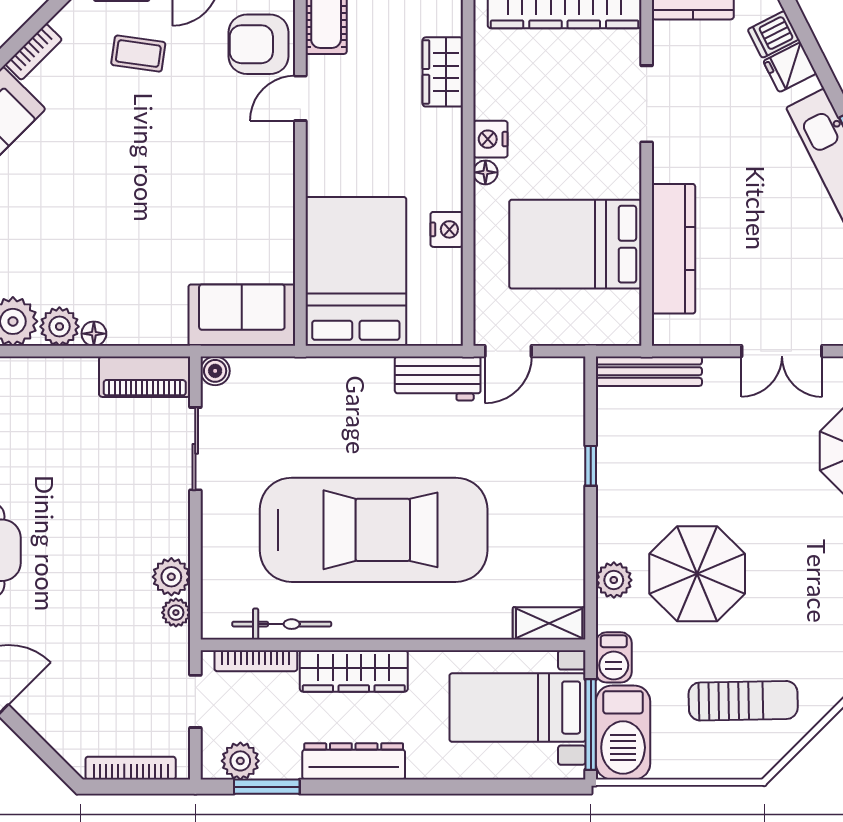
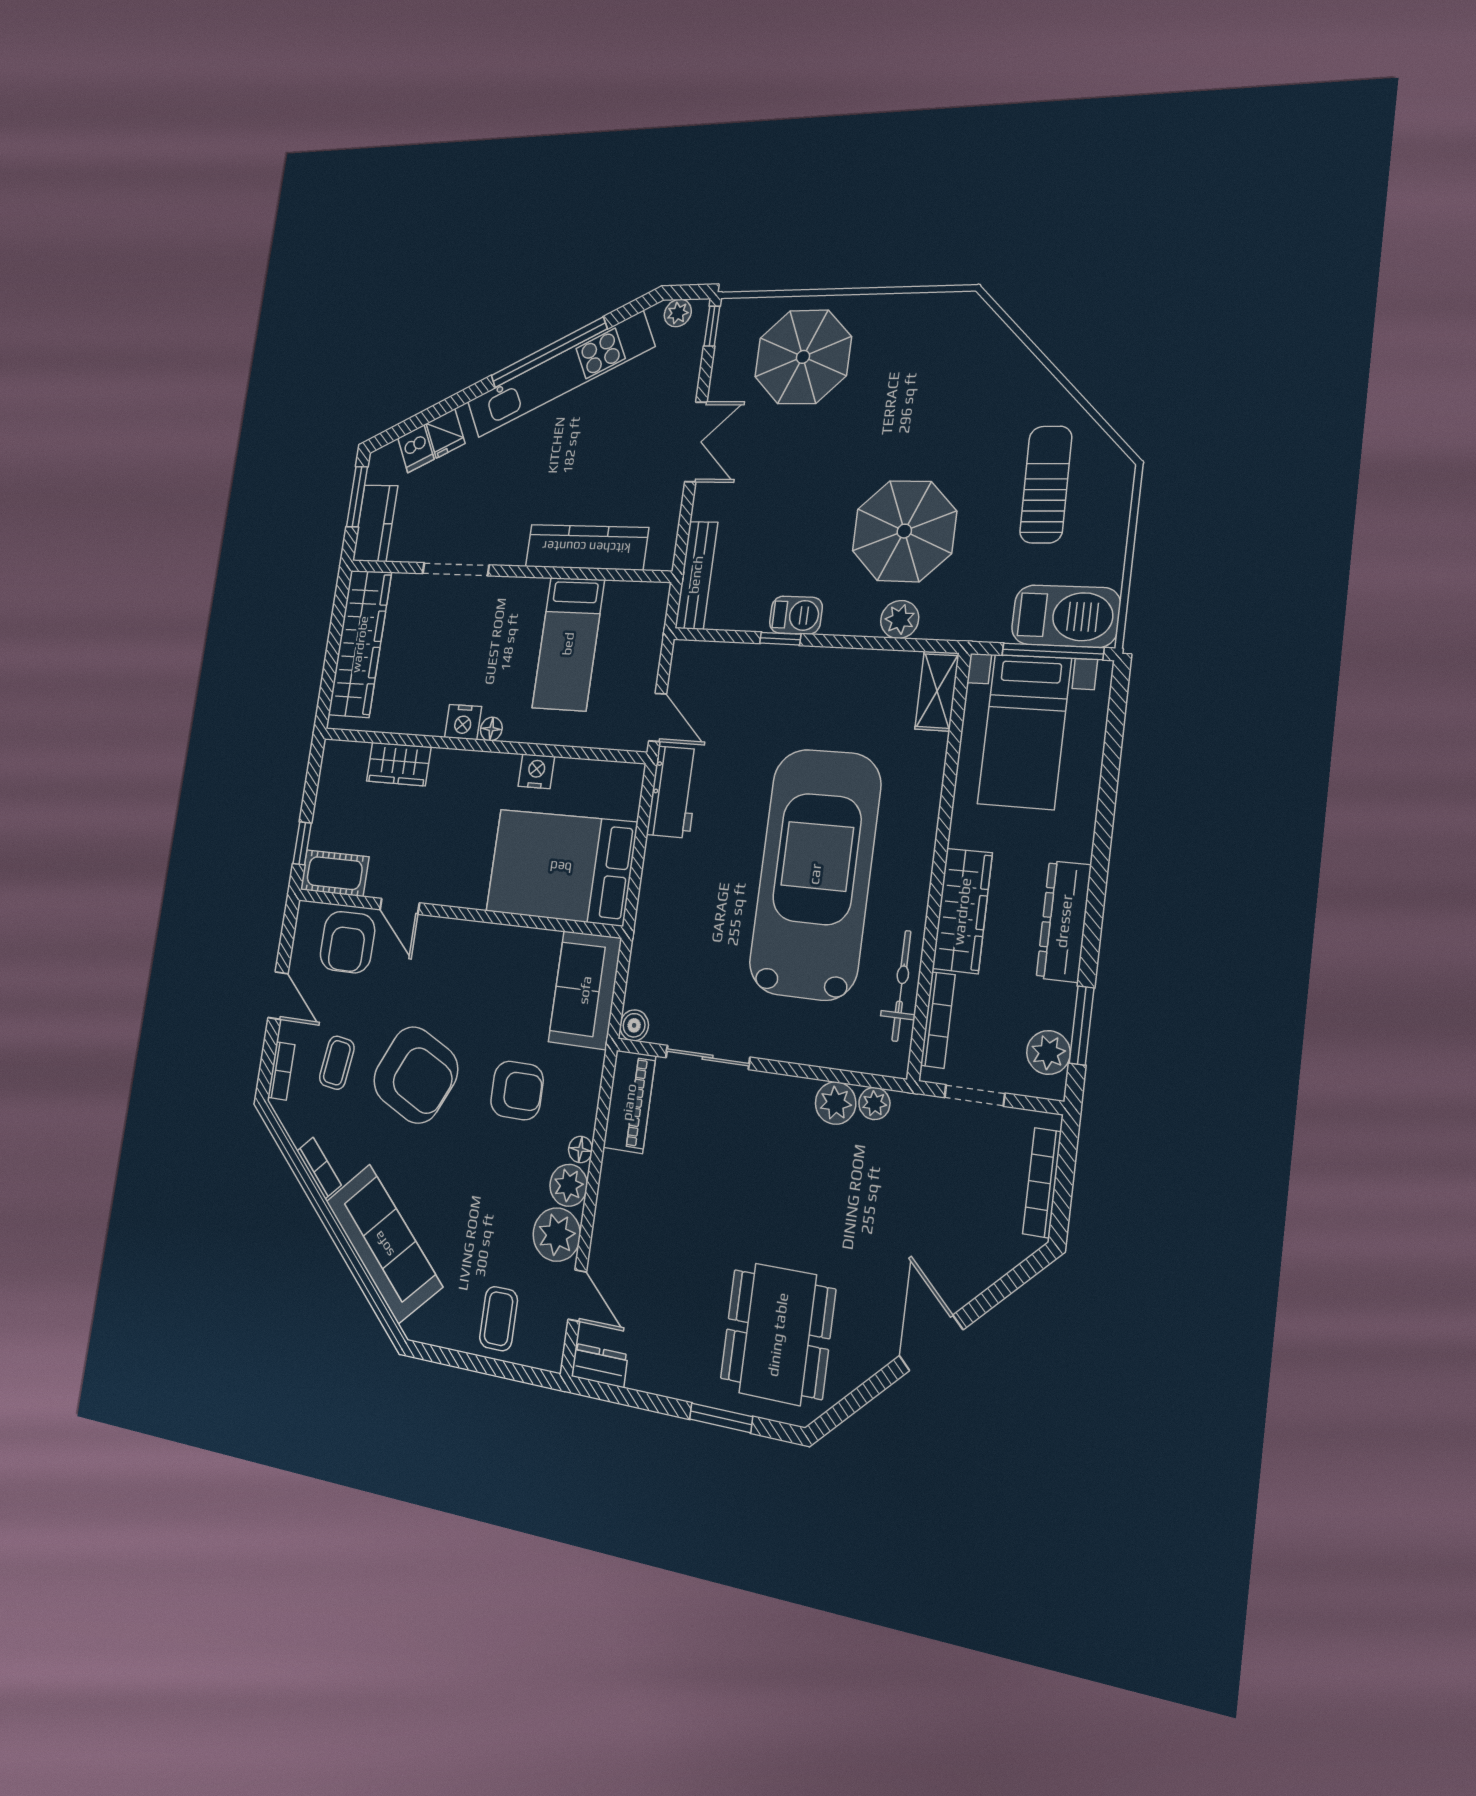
armchair: (138, 145) -> (416, 1075), added
bed: (575, 244) -> (568, 644), width x0.67
armchair: (139, 258) -> (517, 1090), added
barbecue: (614, 657) -> (796, 615), moved

